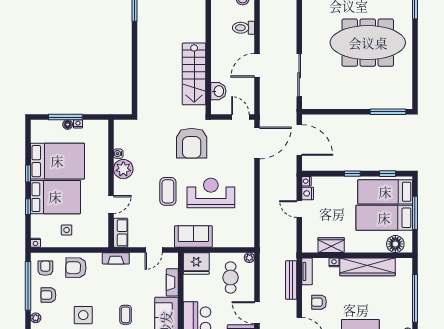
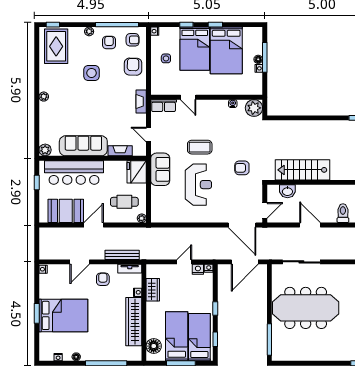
meeting table: (368, 43) -> (306, 308), moved, turned 90
armchair: (192, 143) -> (242, 168), width x0.53, depth x0.53
plant: (123, 169) -> (254, 108), moved
coffee table: (126, 315) -> (92, 110), removed

